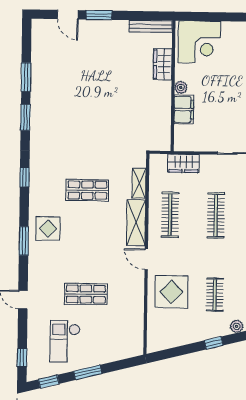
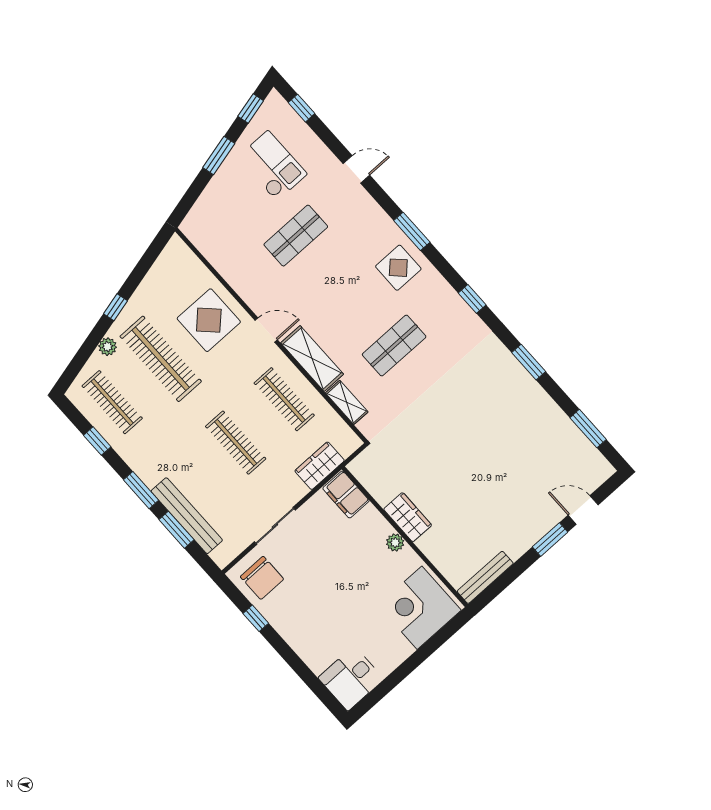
wardrobe: (163, 64) -> (408, 517), moved
window: (26, 77) -> (588, 429), moved
filing cabinet: (184, 109) -> (346, 495), moved
clothes rail: (215, 295) -> (161, 359), width x1.86, depth x1.31

